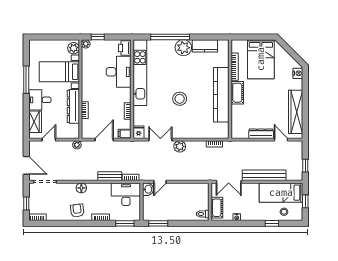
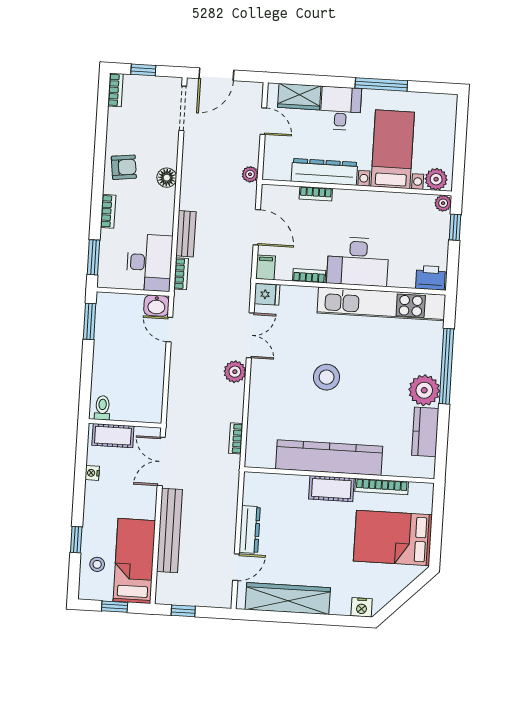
desk: (119, 72) -> (358, 262), moved

